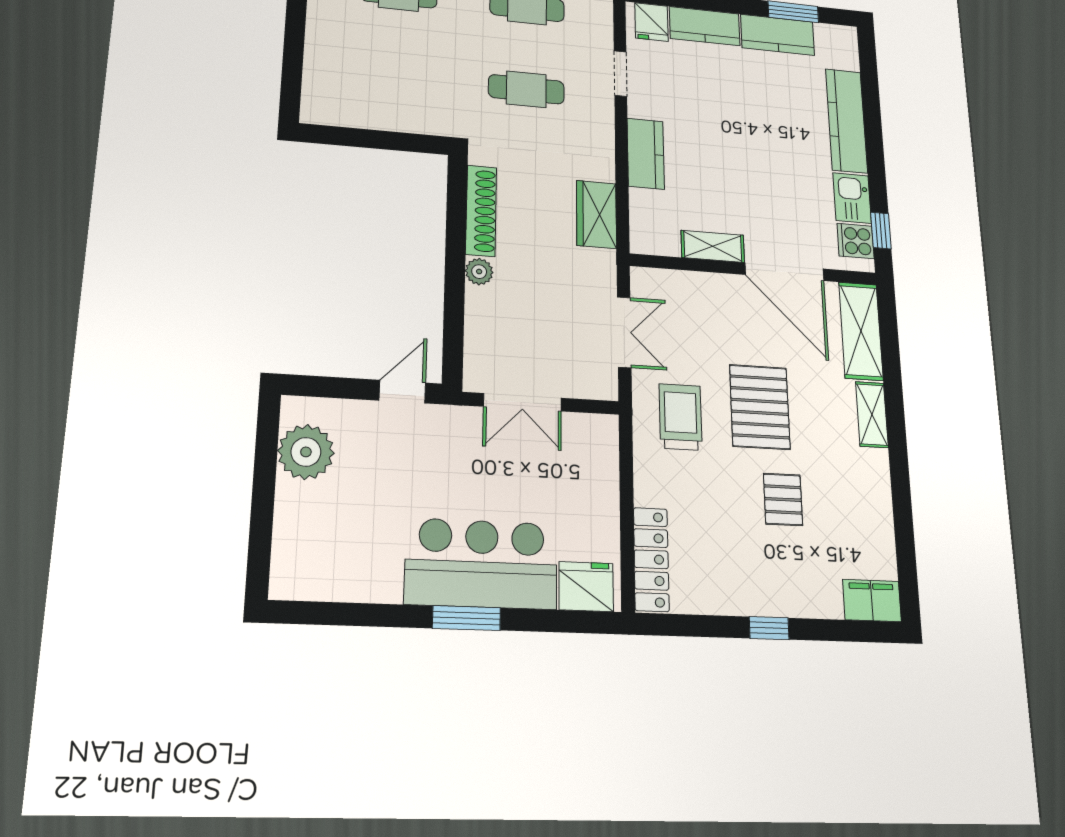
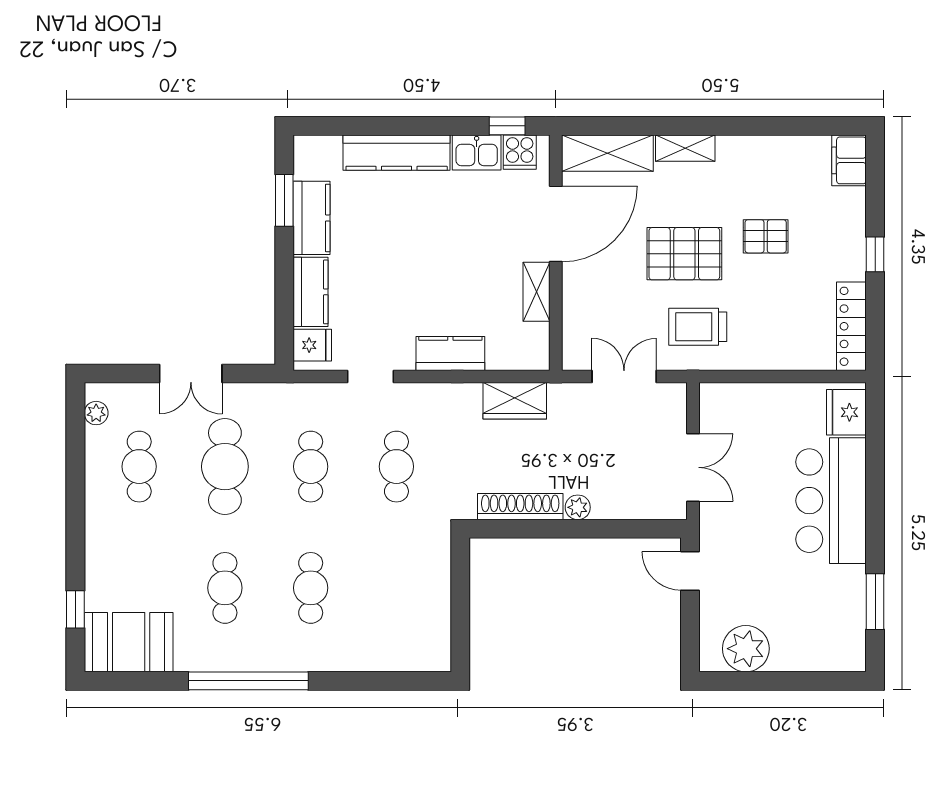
locker: (651, 559) -> (851, 326), moved, turned -90
window: (467, 618) -> (875, 602), moved

